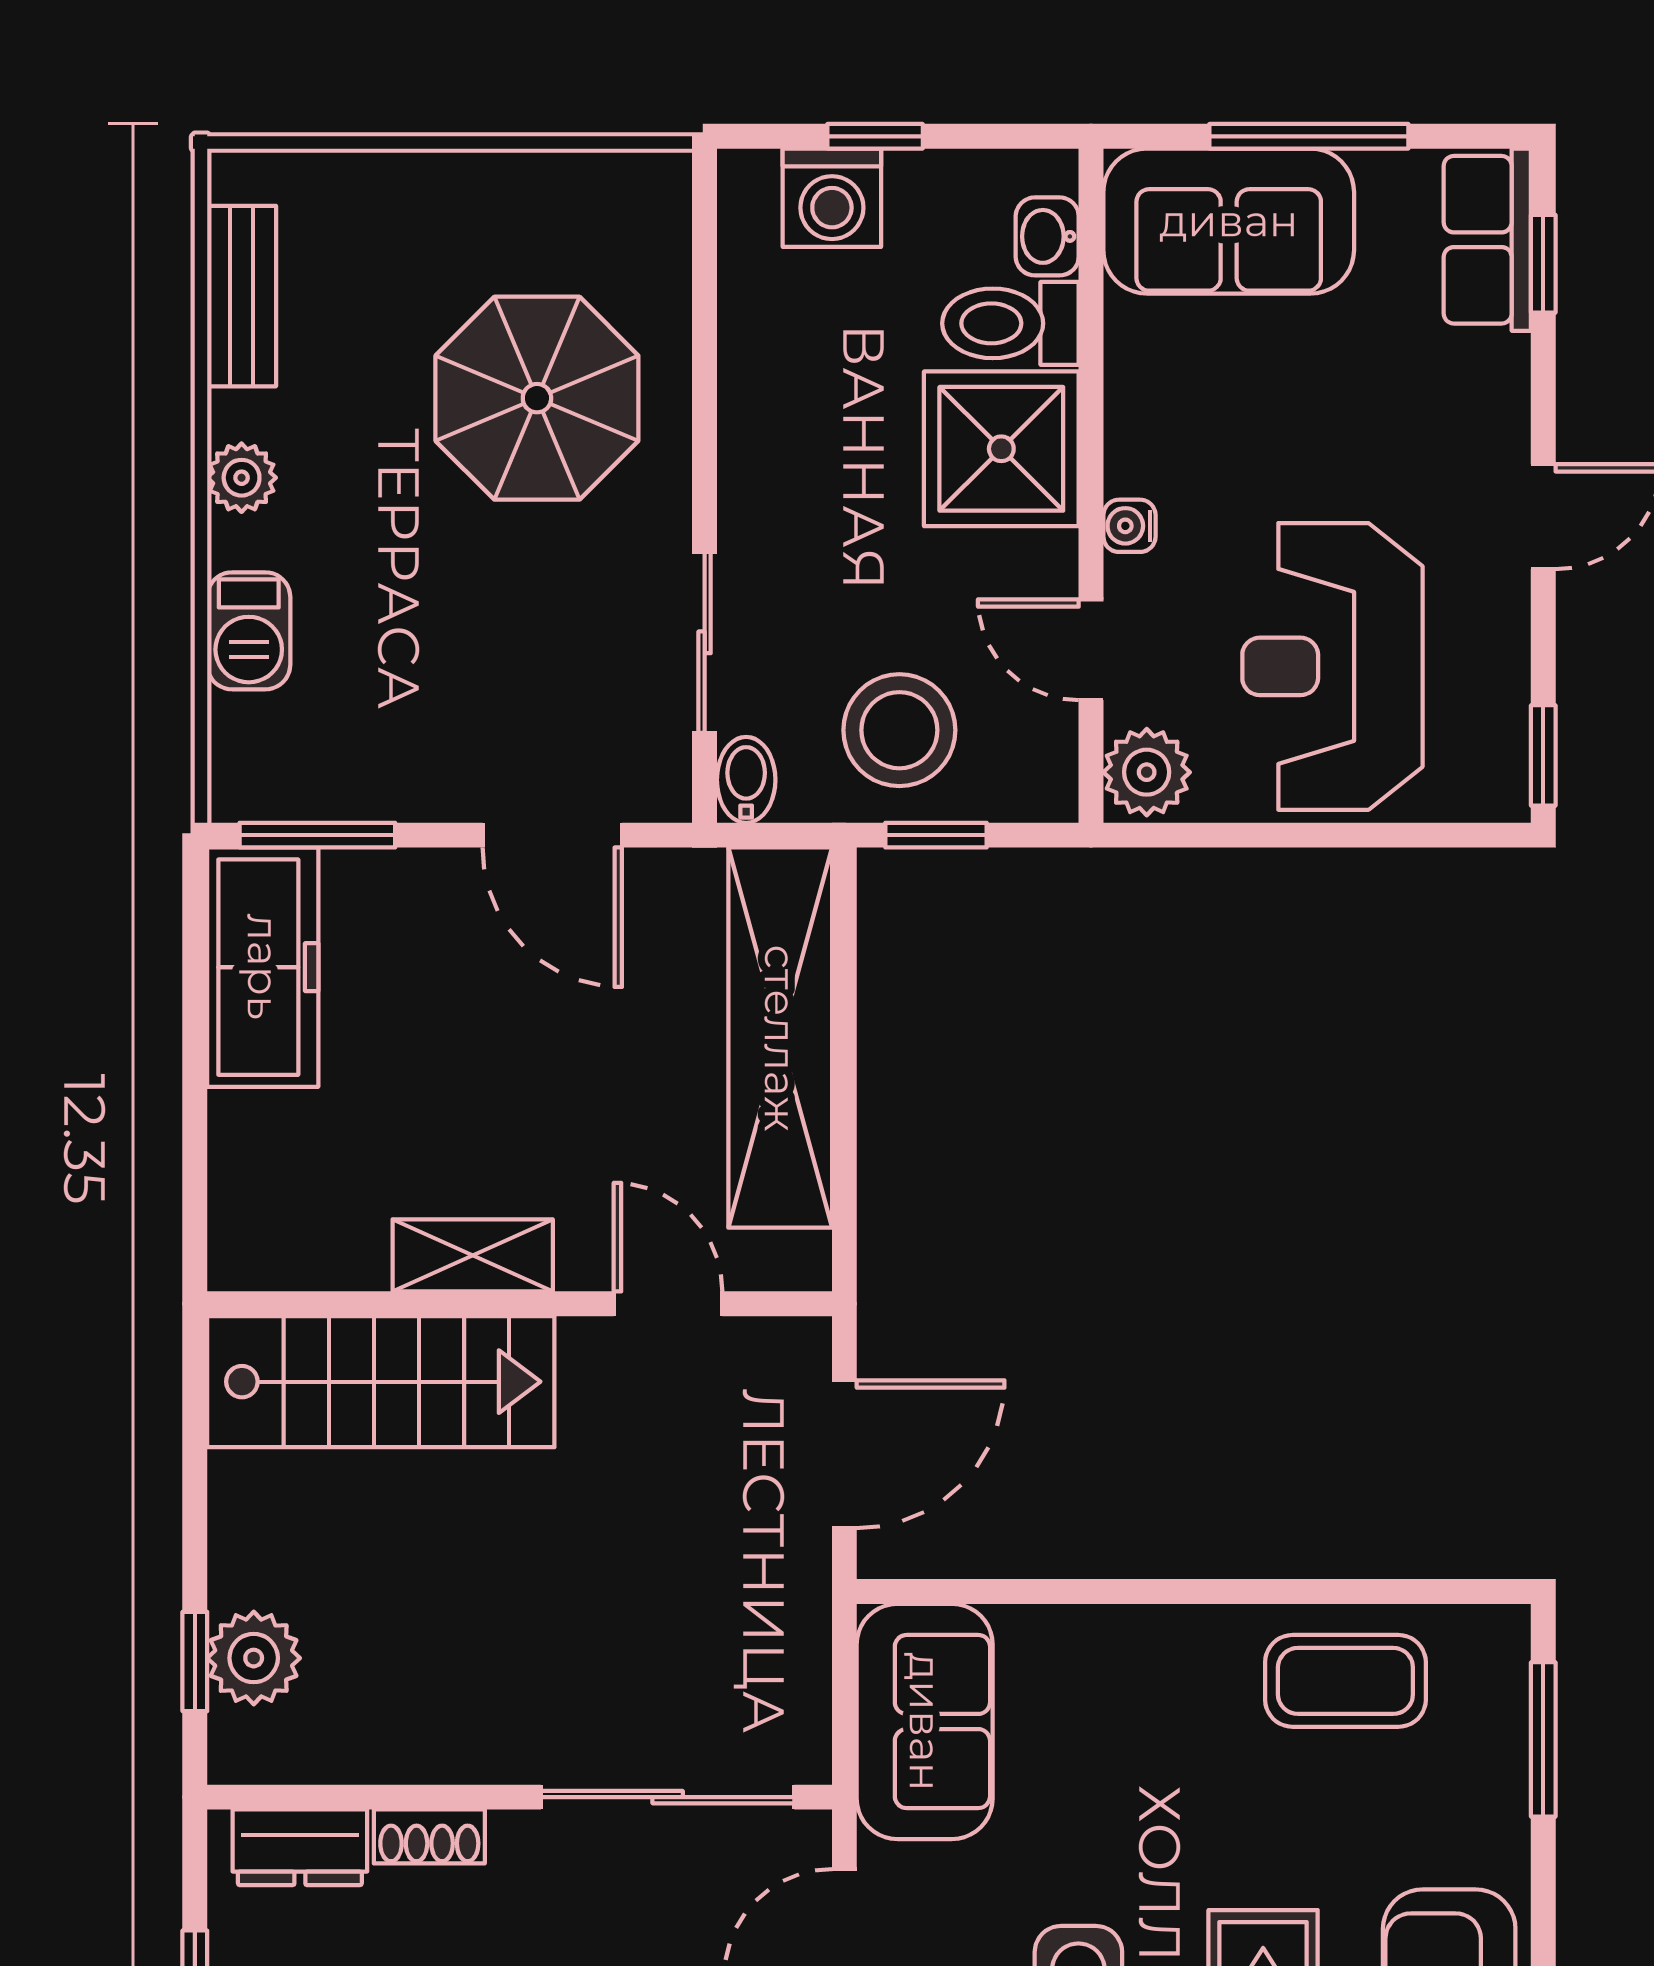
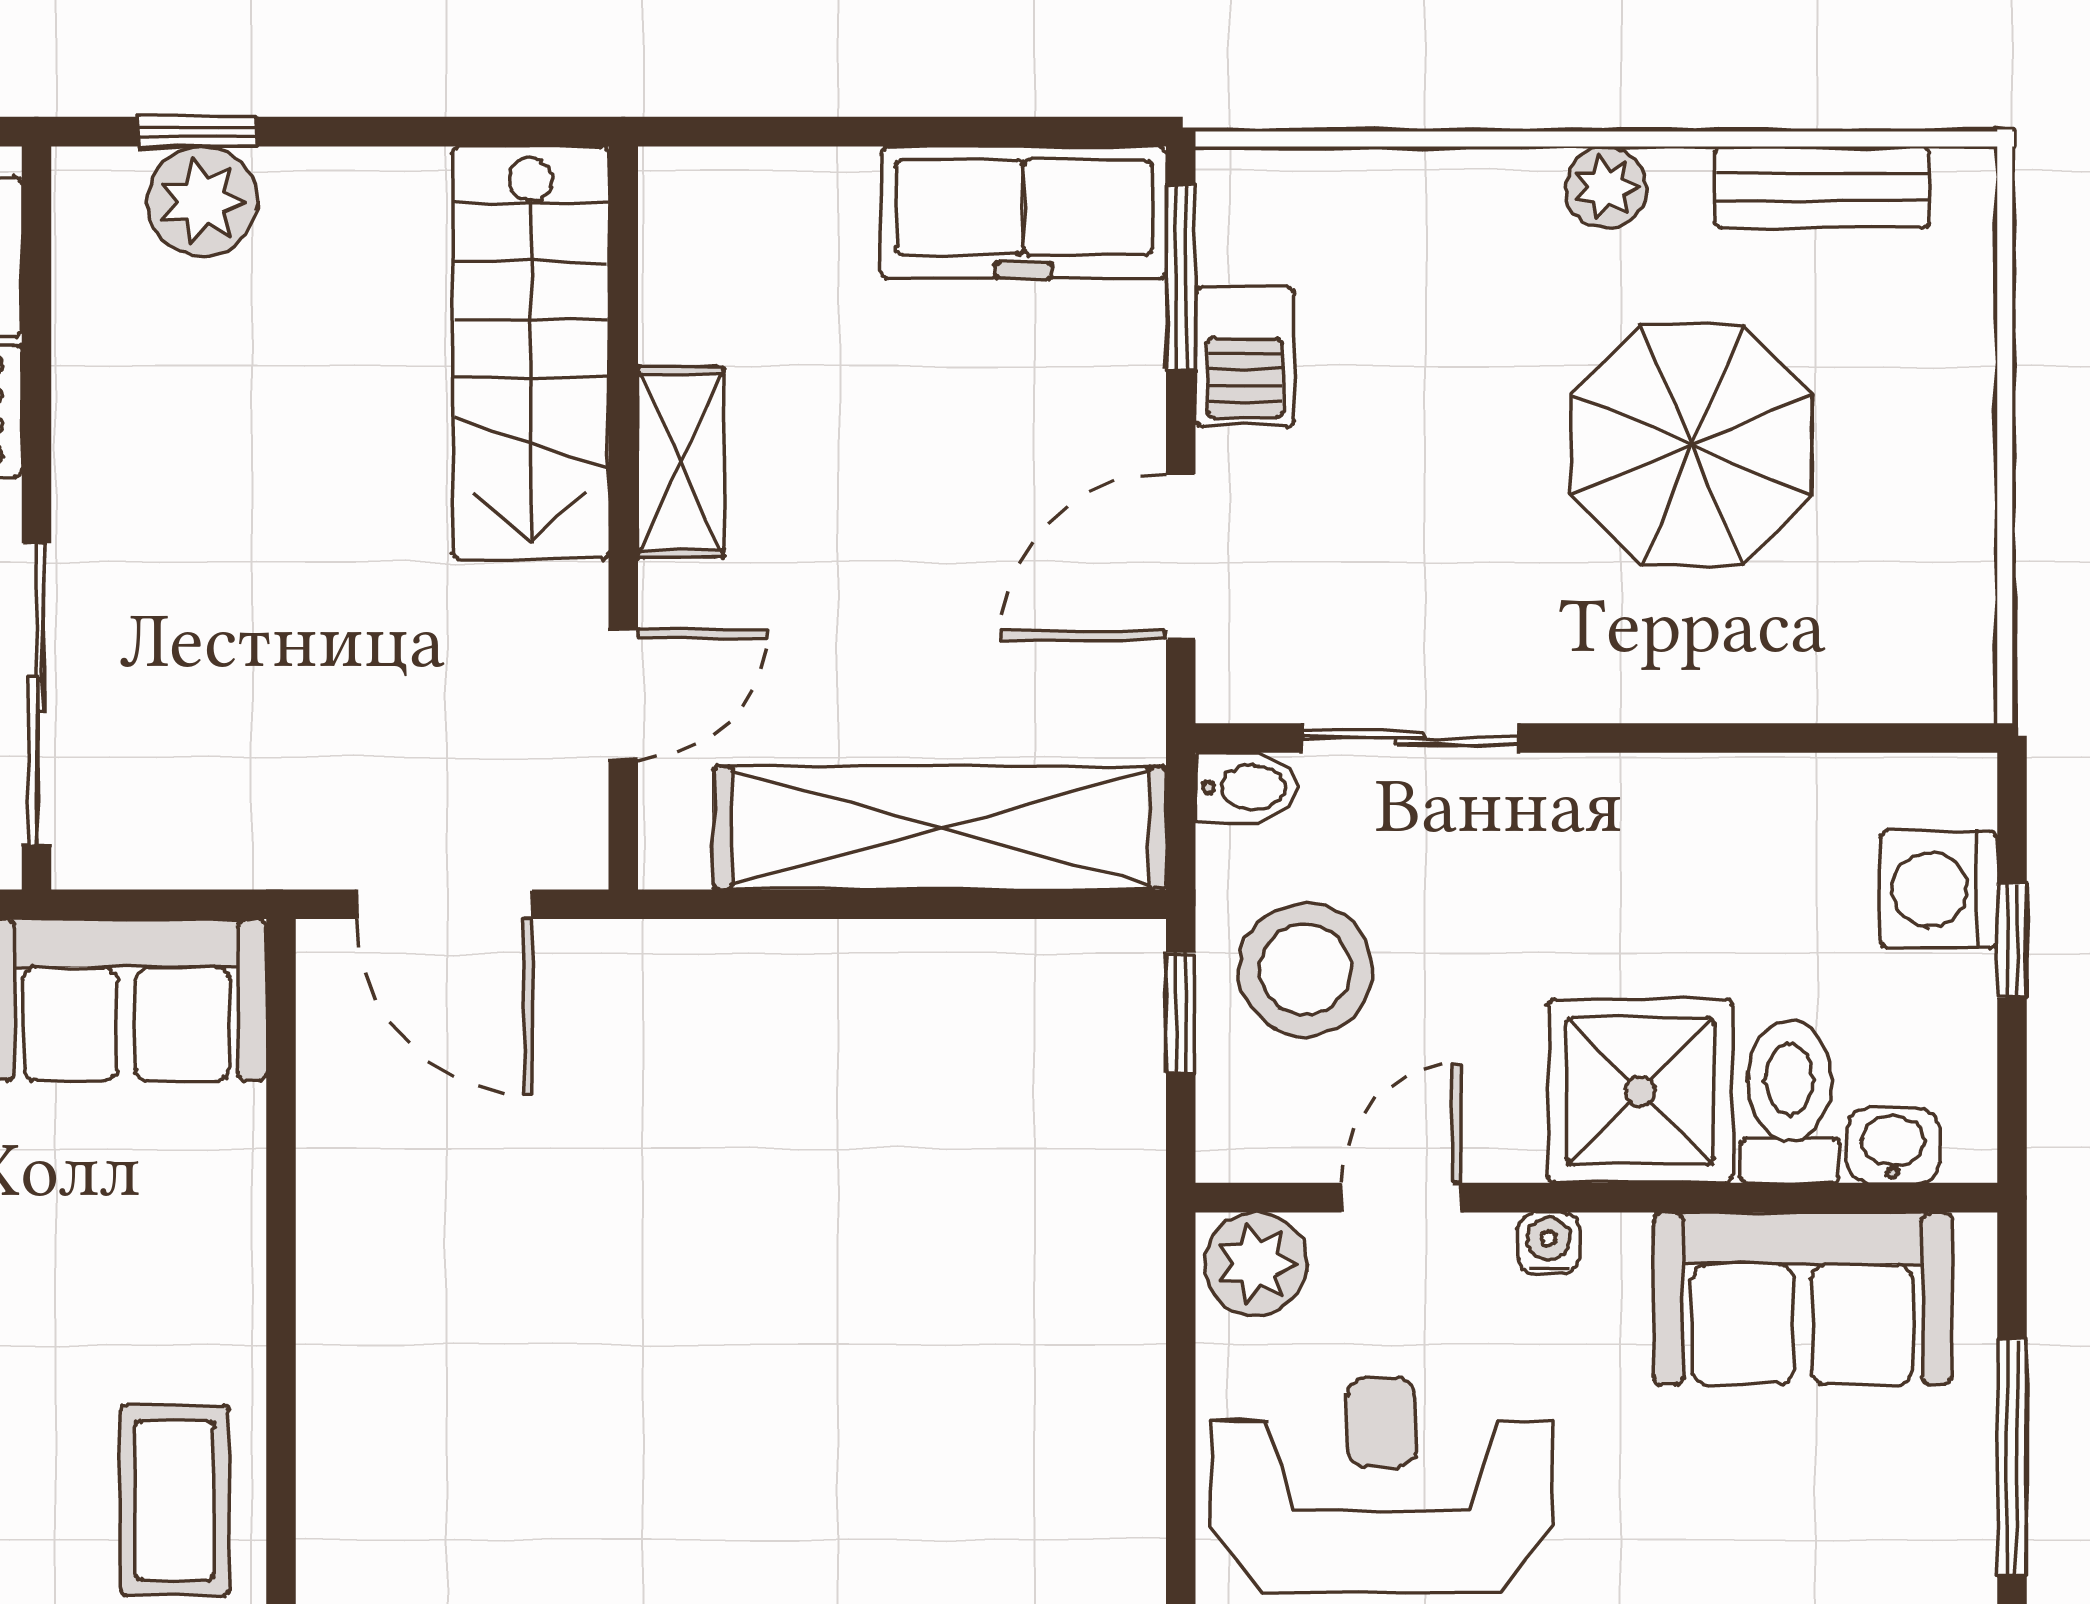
sofa: (1229, 221) -> (1803, 1298), moved, turned -90
parasol: (537, 398) -> (1692, 445), moved
barbecue: (249, 631) -> (1245, 357), moved, turned -90

